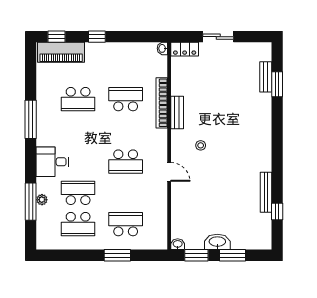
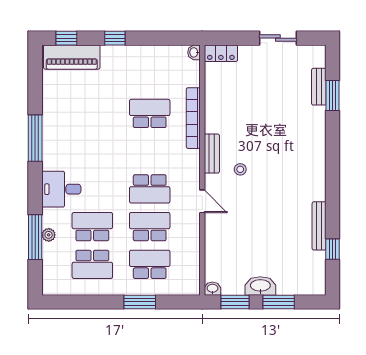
sliding door: (218, 37) -> (278, 38), moved
school desk: (78, 99) -> (150, 227), moved, turned 180
bench: (177, 113) -> (212, 154), moved

